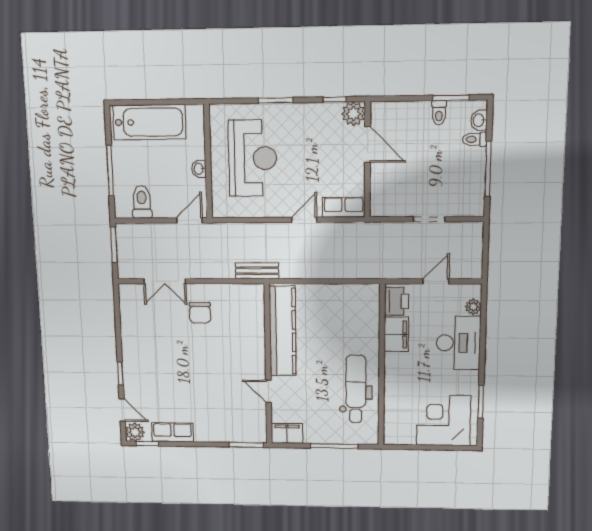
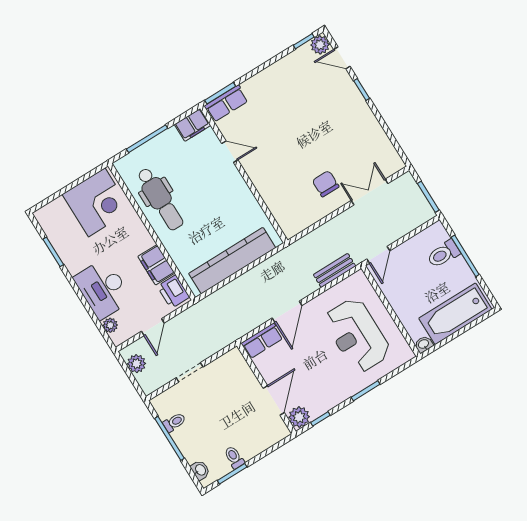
toilet: (475, 139) -> (174, 422), moved
door: (368, 144) -> (274, 400), swing flipped
washbasin: (199, 169) -> (424, 344), moved, turned -90
toilet: (142, 202) -> (443, 254), moved, turned 90
door: (304, 220) -> (287, 312), width x1.38
plant: (473, 257) -> (136, 364), added
bench: (257, 271) -> (334, 270), moved
kitchen counter: (283, 331) -> (232, 261), moved, turned 90
corner desk: (444, 420) -> (97, 202), moved
row of seats: (173, 432) -> (226, 103), moved

